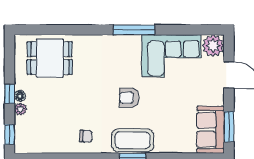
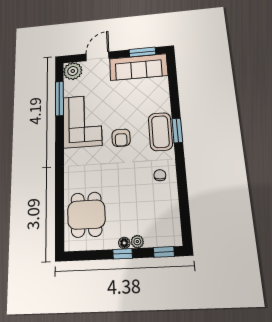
window: (134, 30) -> (59, 98), moved
corner sofa: (171, 56) -> (82, 121), moved
sofa: (210, 130) -> (138, 67), width x1.36

